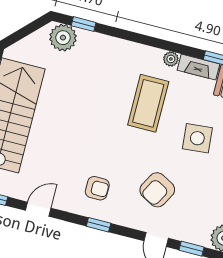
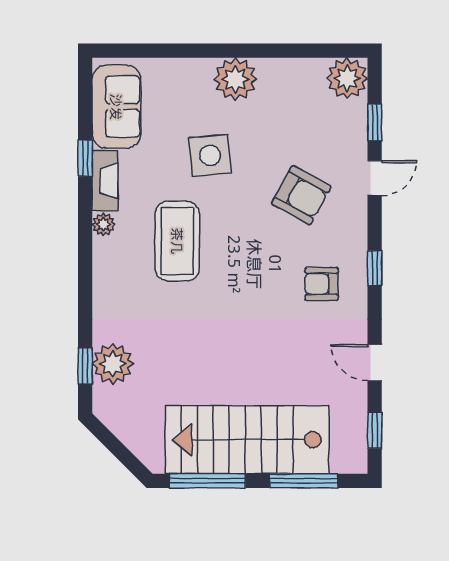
plant: (63, 38) -> (113, 364), moved
coffee table: (148, 103) -> (177, 241), turned 90
armchair: (97, 188) -> (322, 284), turned -90

